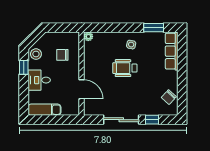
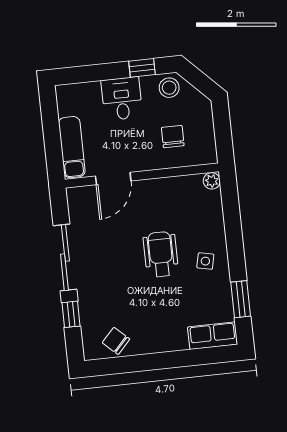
row of seats: (172, 51) -> (213, 336), width x0.68
exam couch: (44, 110) -> (72, 147), moved

